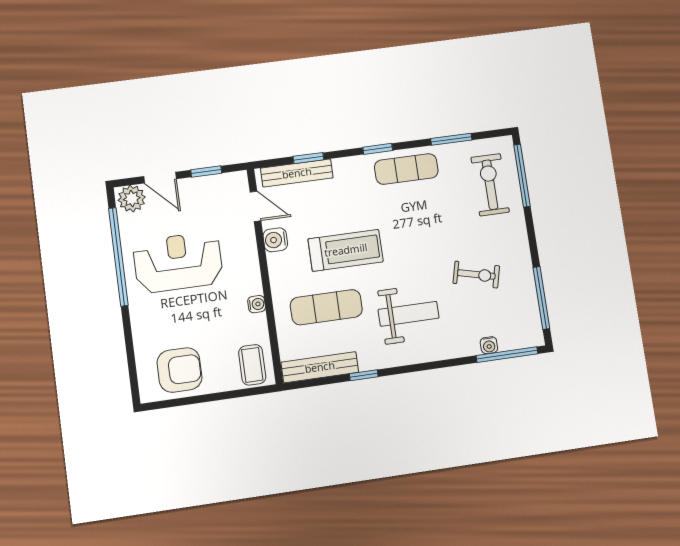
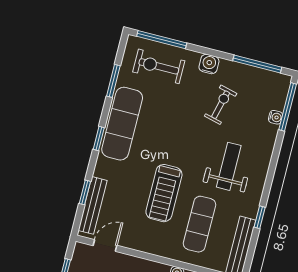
exercise mat: (406, 169) -> (122, 124), width x1.36, depth x1.45
water cooler: (275, 240) -> (209, 64), moved, turned 180
treadmill: (346, 250) -> (164, 193), turned 180

